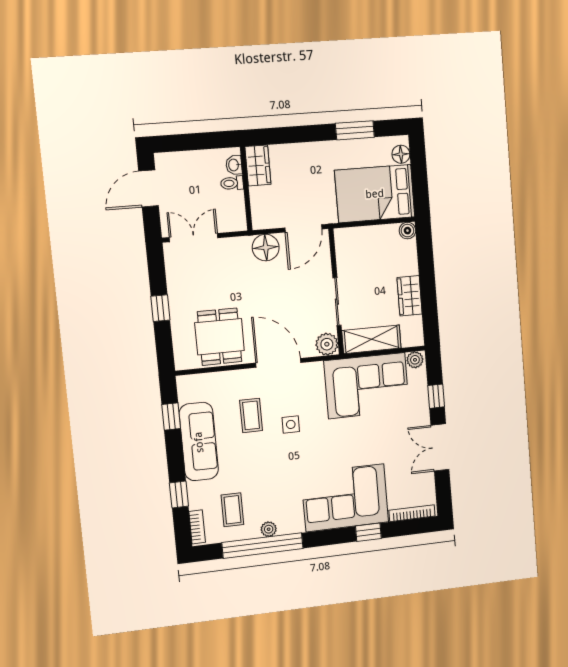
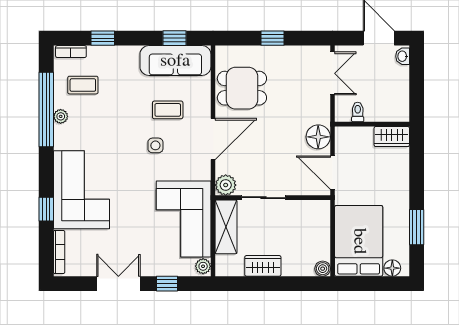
washbasin: (234, 165) -> (403, 56), moved, turned -90
toilet: (232, 183) -> (358, 112), moved
sofa: (199, 442) -> (175, 61), moved

